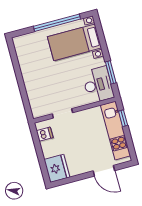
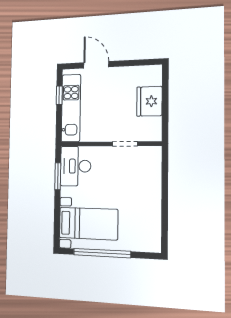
window: (123, 118) -> (59, 95), moved
dishwasher: (45, 134) -> (153, 124), removed
fridge: (57, 168) -> (149, 101), moved

